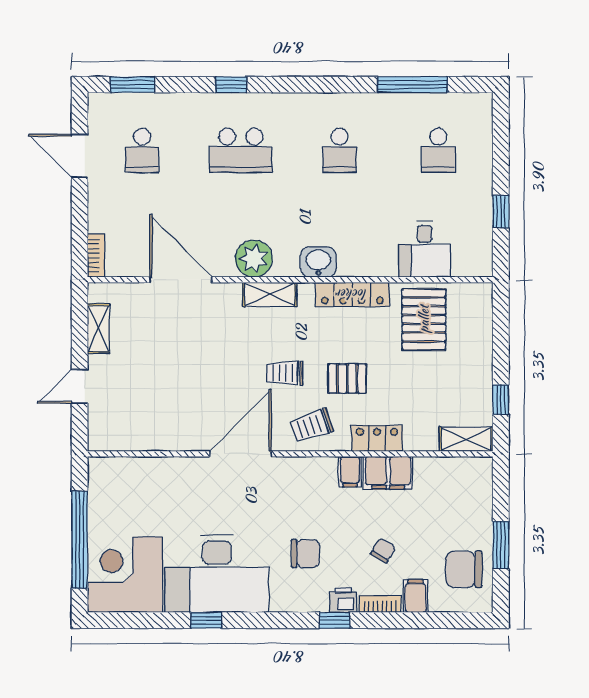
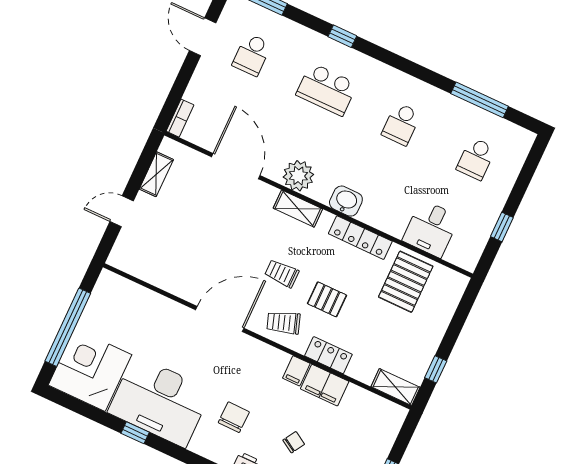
chair: (305, 554) -> (234, 417), turned -89

